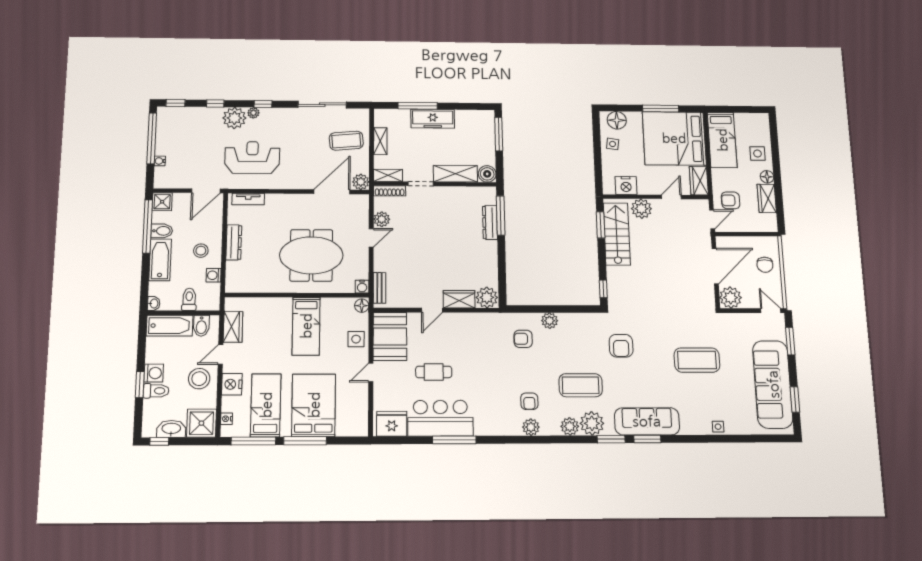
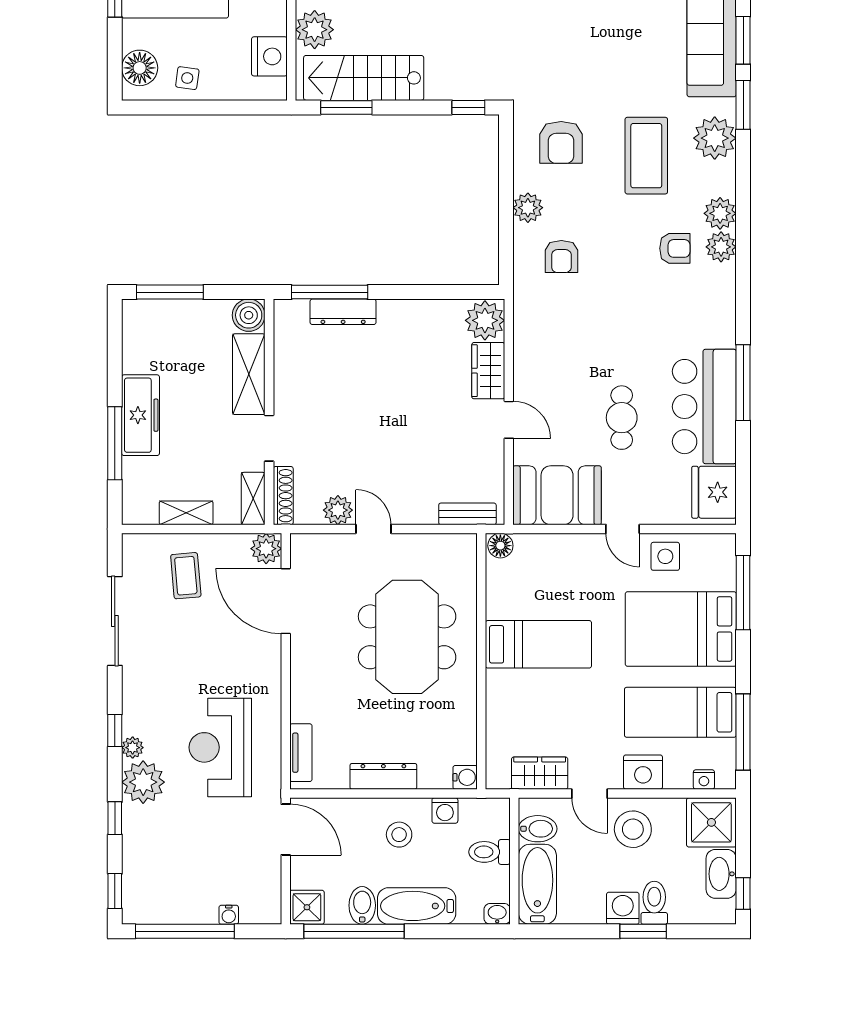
coffee table: (346, 141) -> (186, 576), width x0.73, depth x0.77
water cooler: (362, 287) -> (465, 777), moved
side table: (356, 339) -> (665, 556), moved
armchair: (621, 346) -> (561, 142), moved, turned 90
plant: (570, 426) -> (720, 213), moved
window: (305, 441) -> (743, 593), moved

